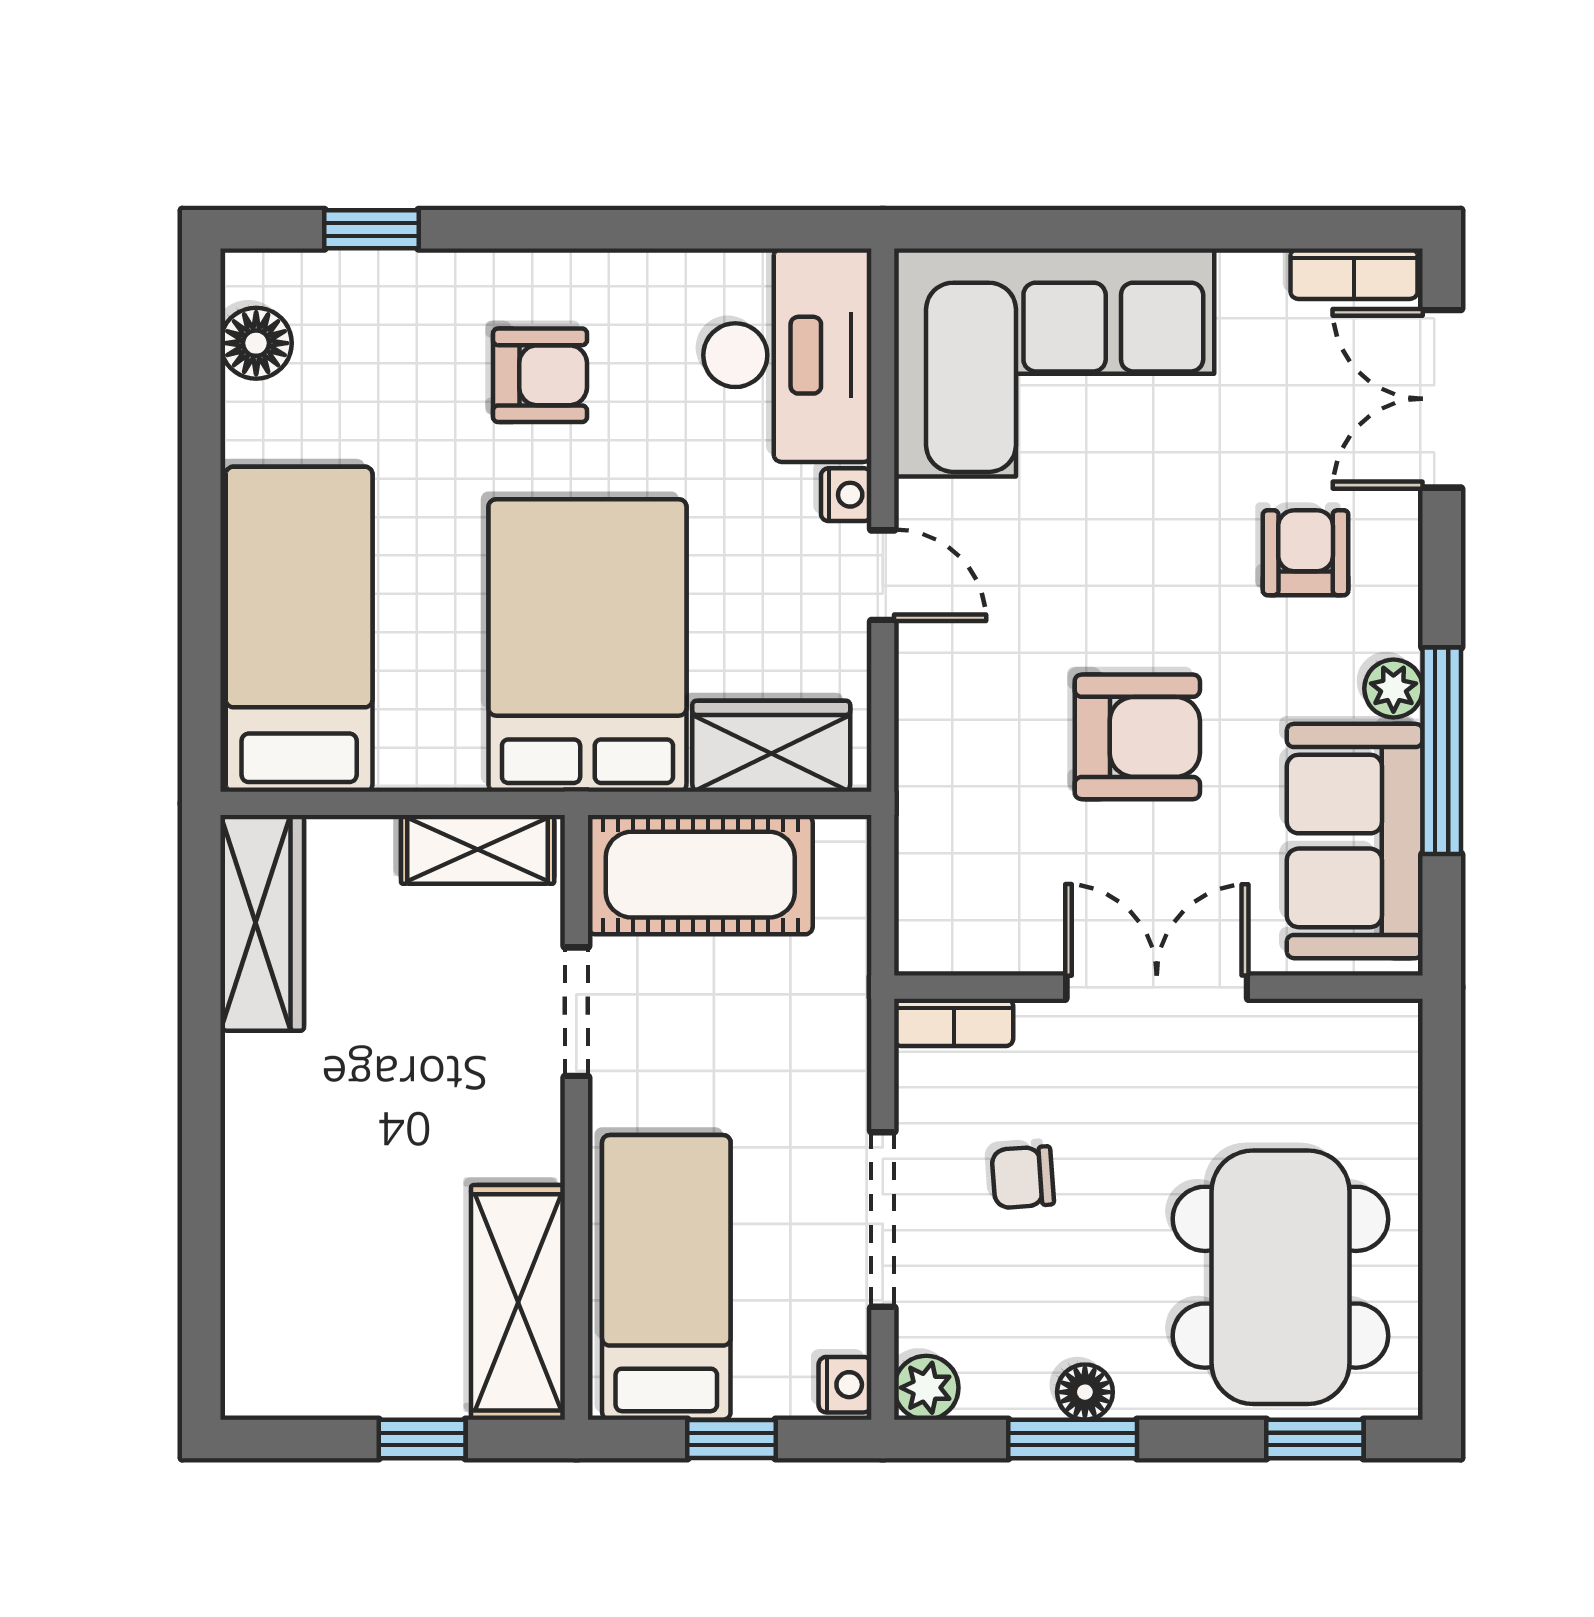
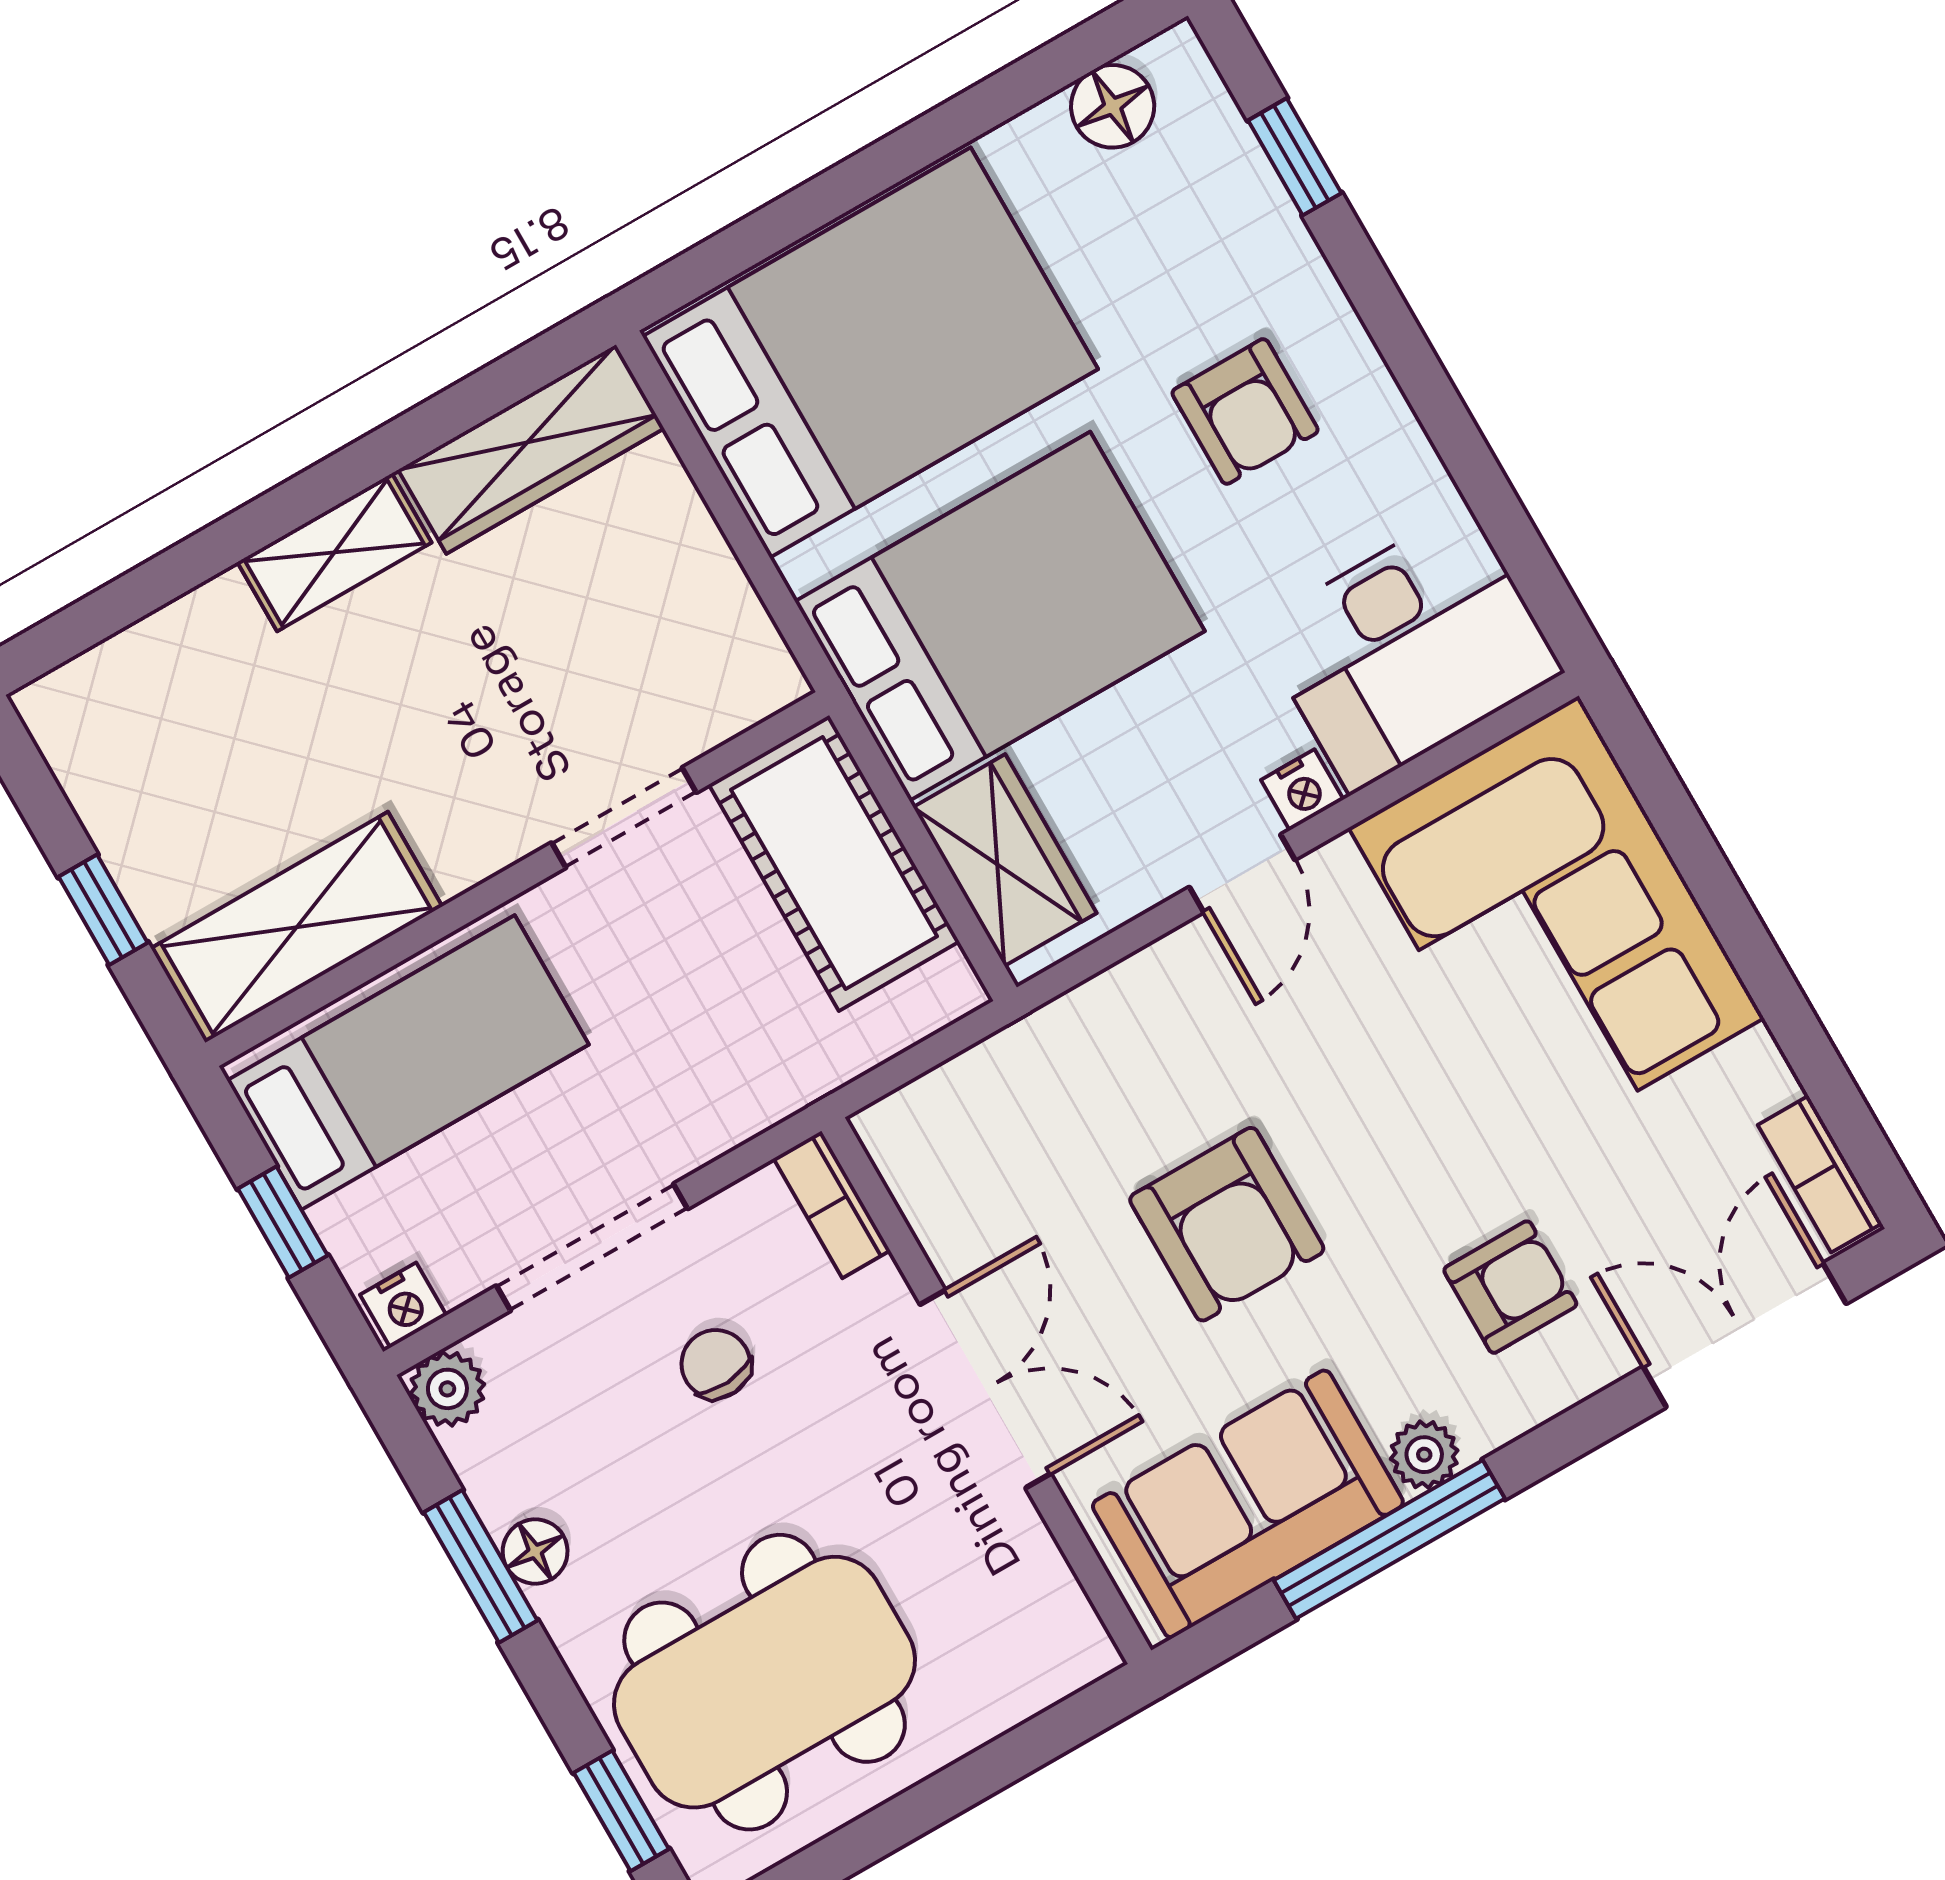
bed: (299, 629) -> (870, 353), width x1.50
shelving: (478, 849) -> (334, 552), moved, turned 90

